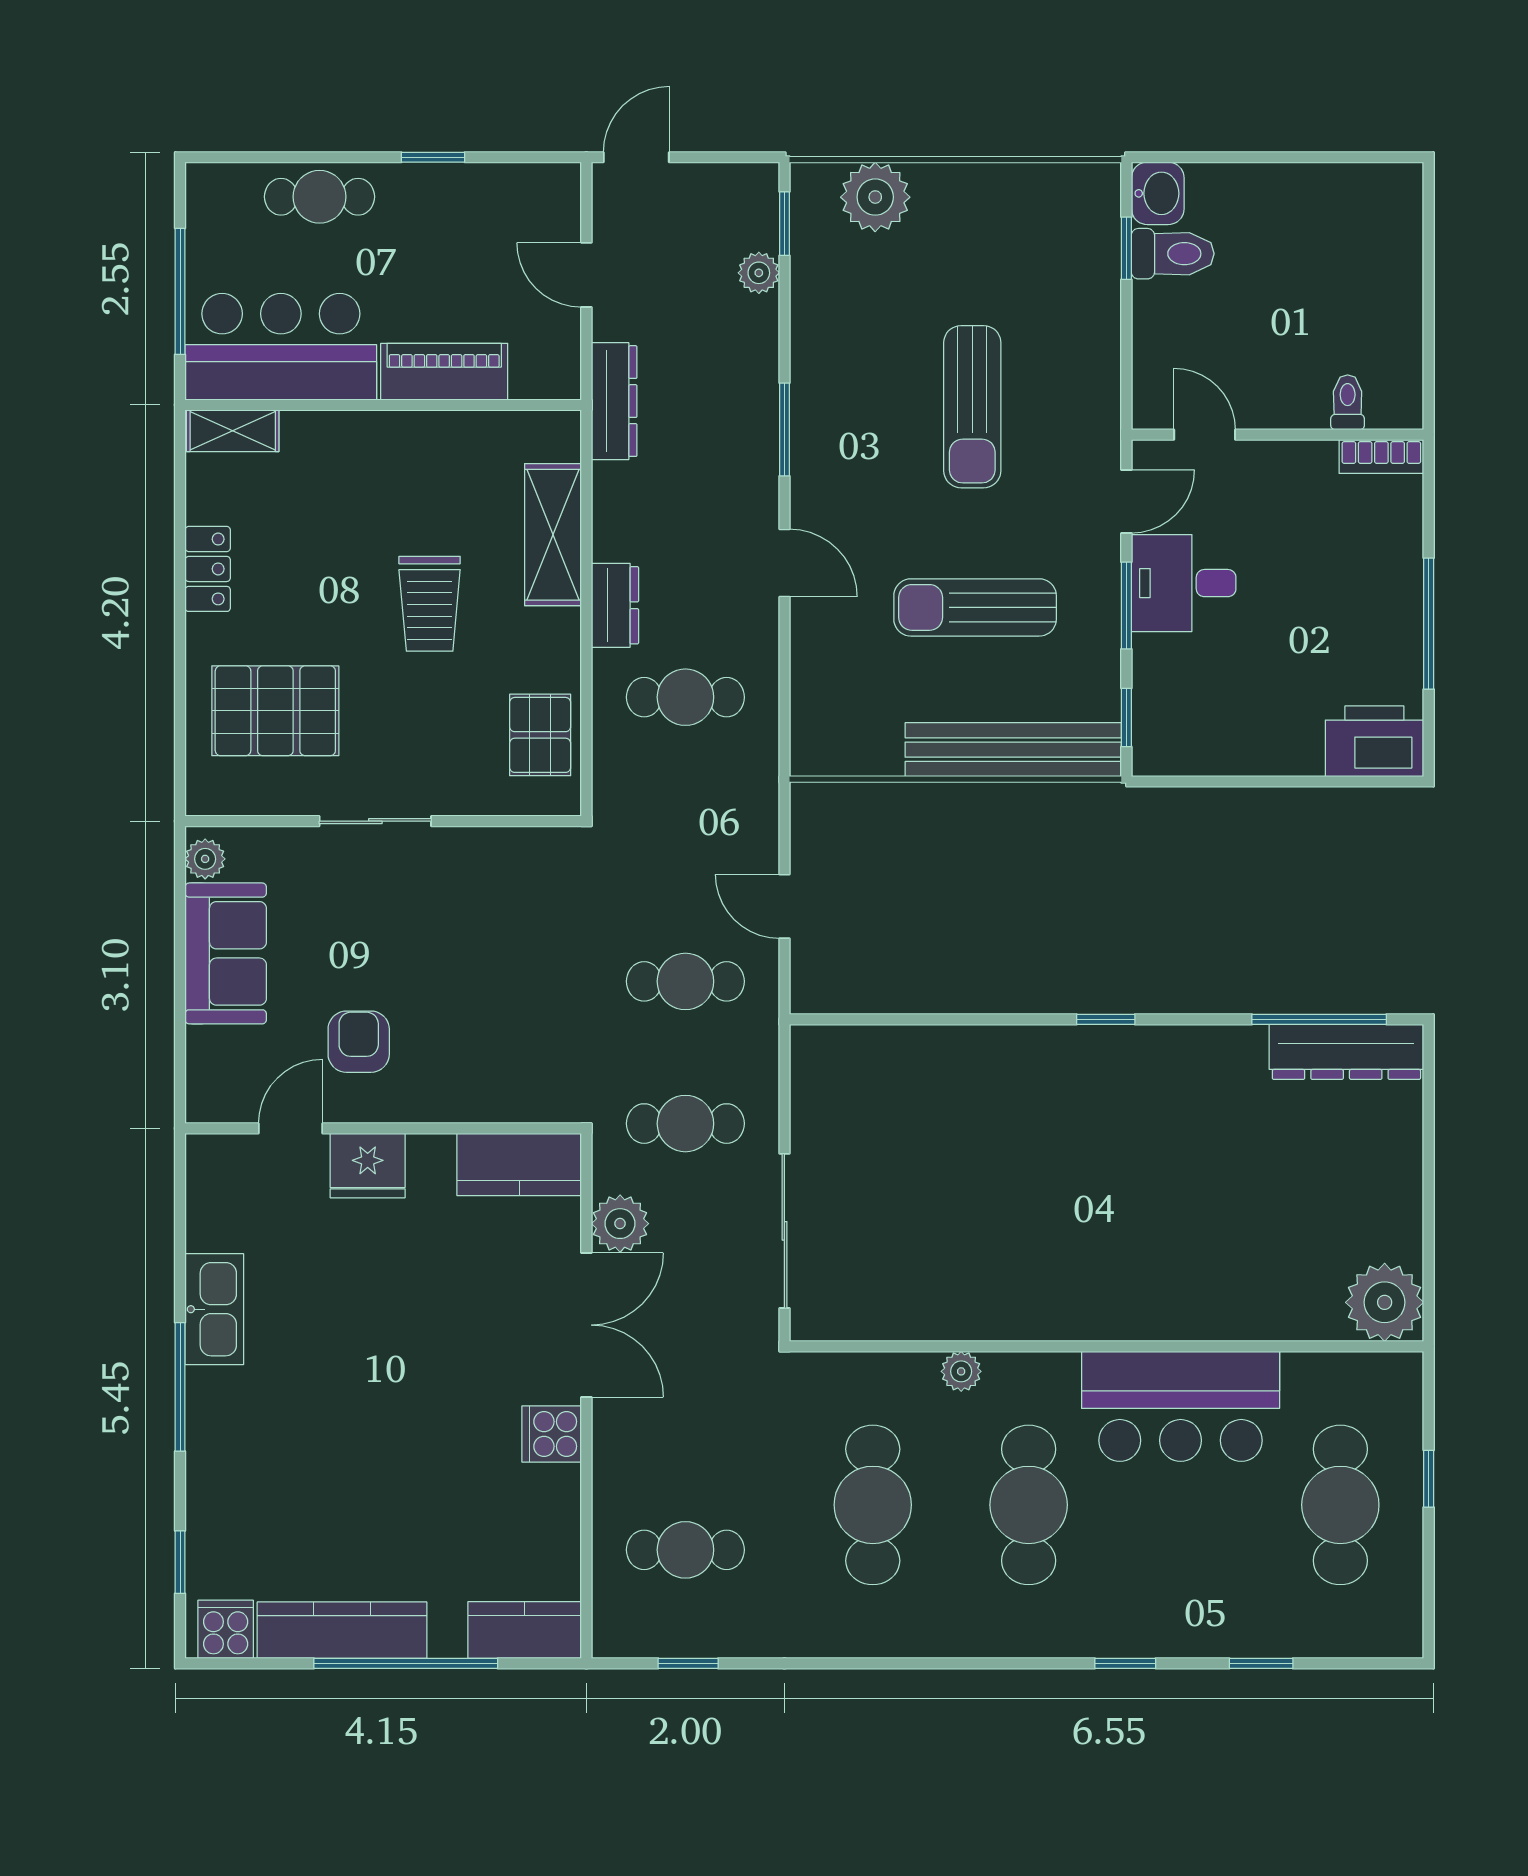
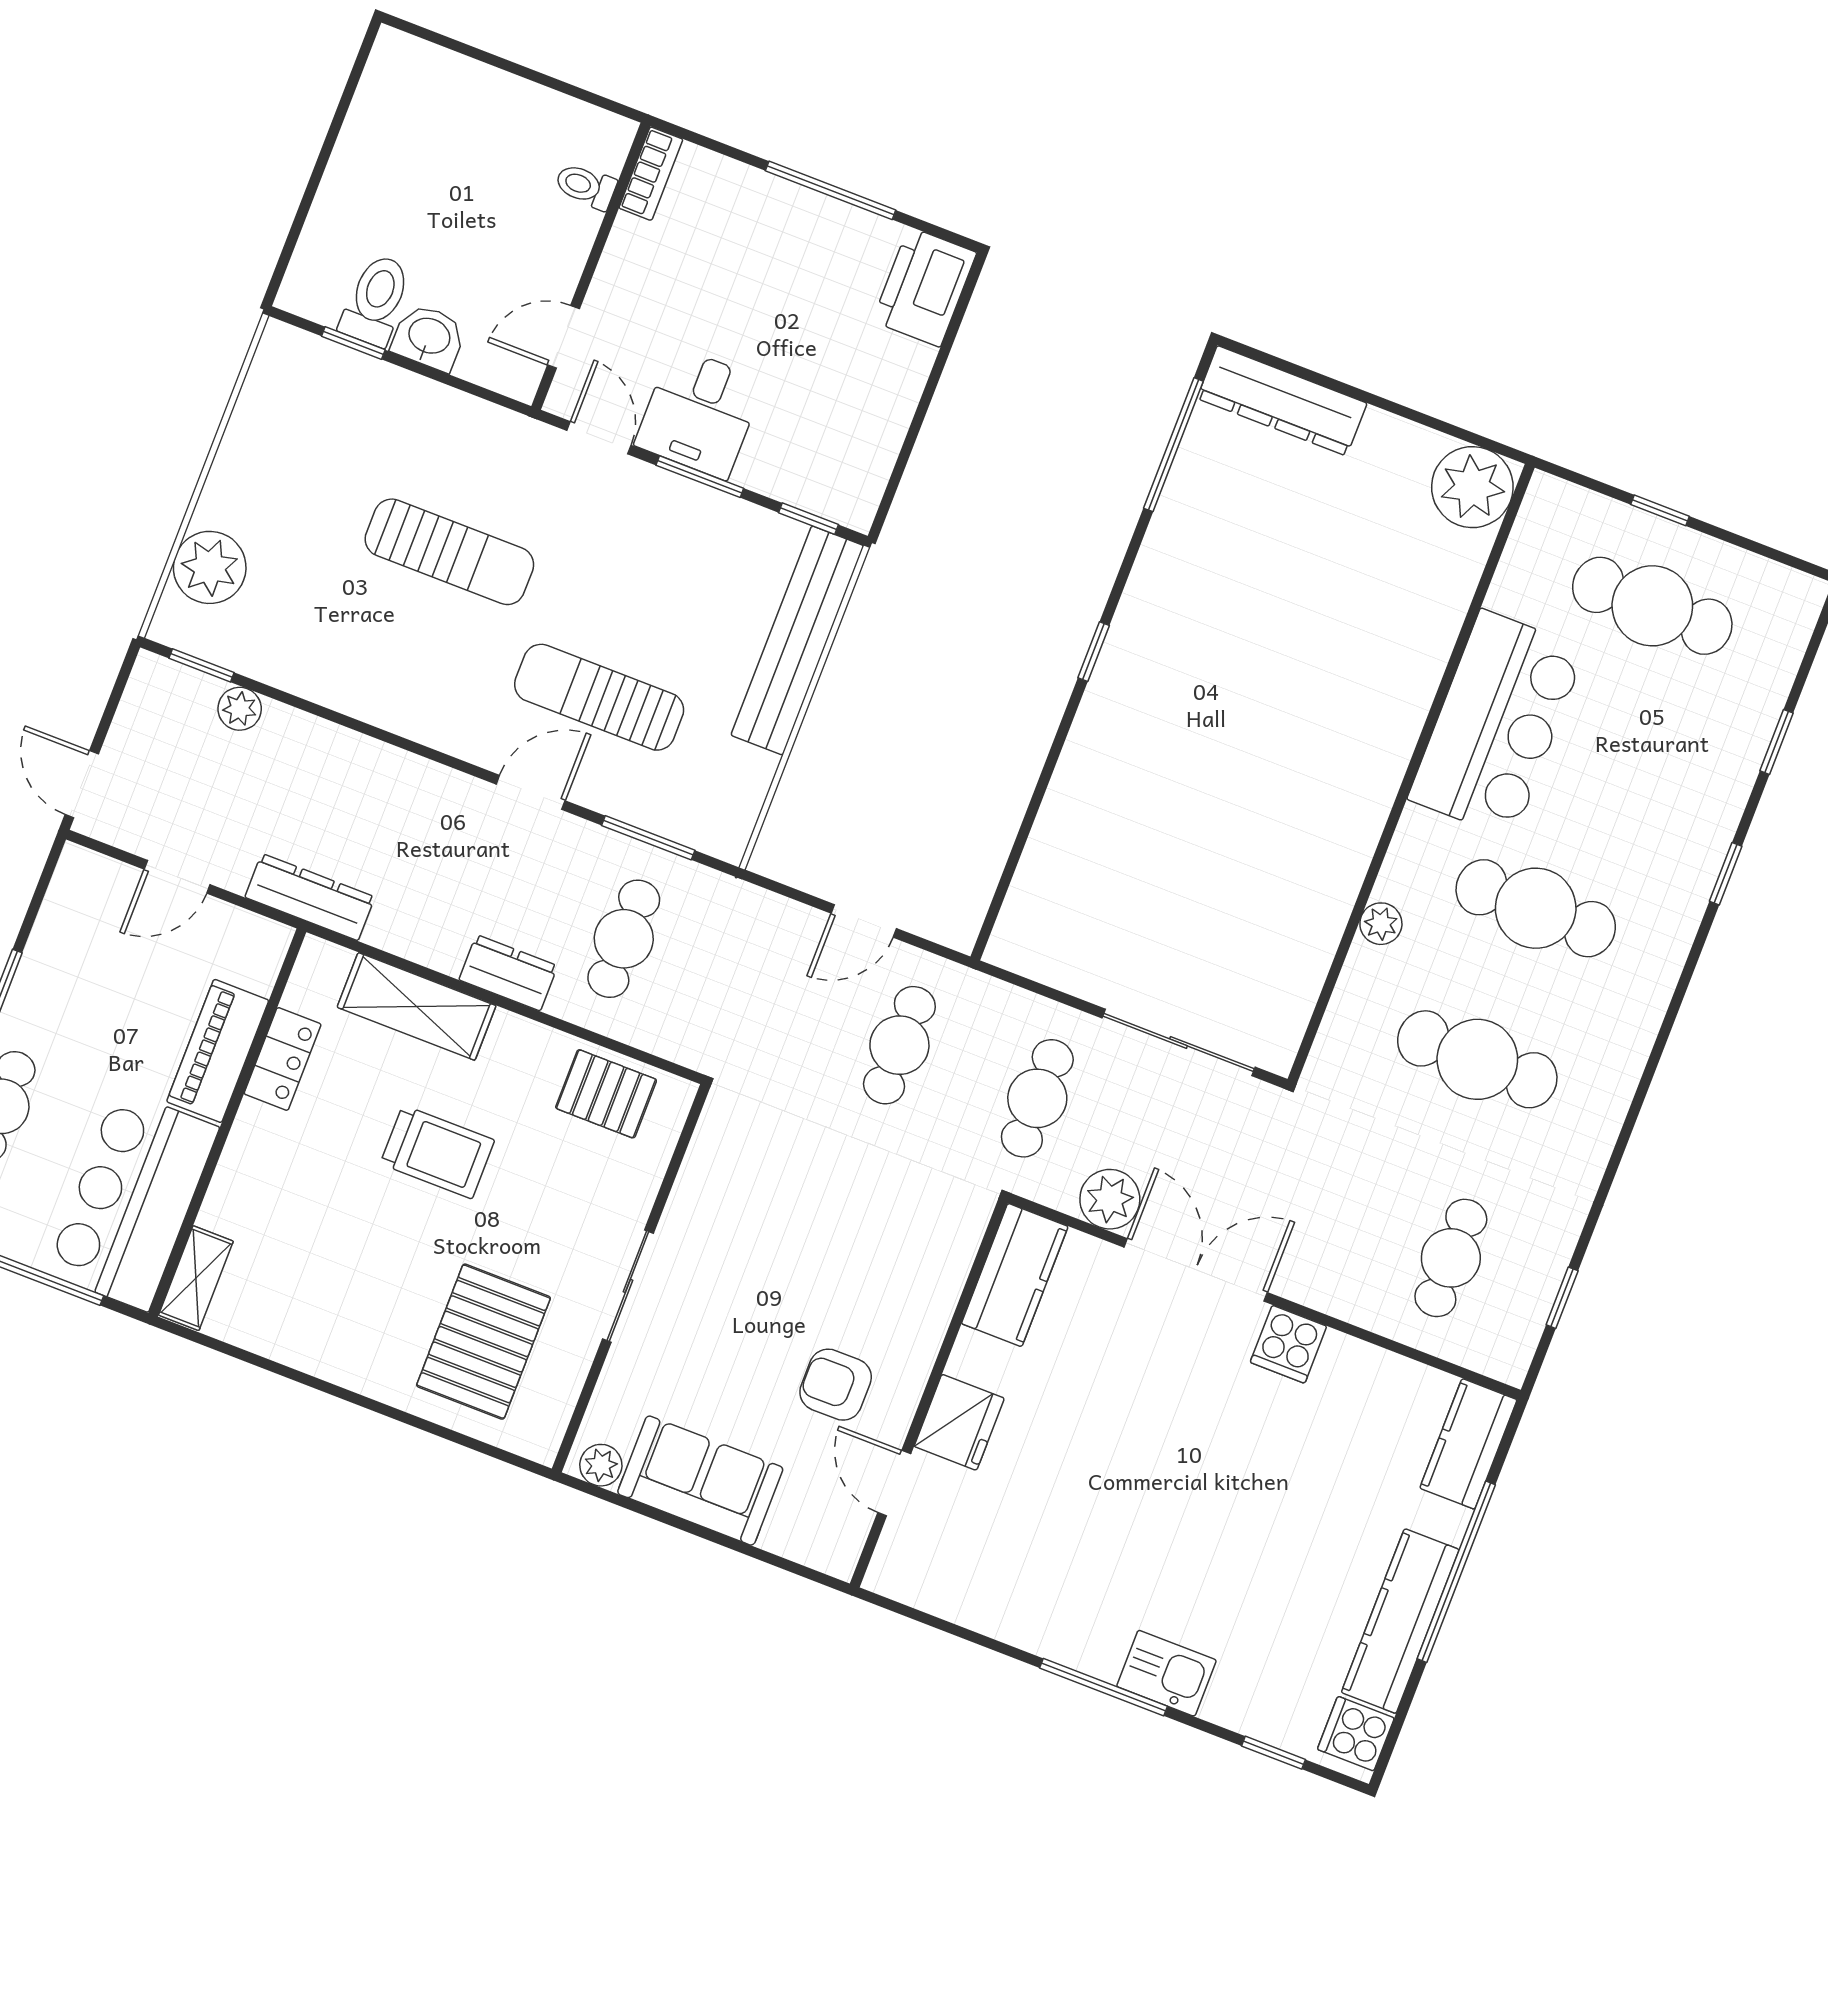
washbasin: (1158, 193) -> (429, 337), moved
window: (784, 429) -> (648, 838), moved
locker: (208, 569) -> (283, 1059), moved, turned 90
sun lounger: (975, 607) -> (599, 697), moved, turned 90
dresser: (1346, 1052) -> (1282, 401), moved, turned 90
kitchen sink: (214, 1309) -> (1166, 1673), moved, width x0.73

